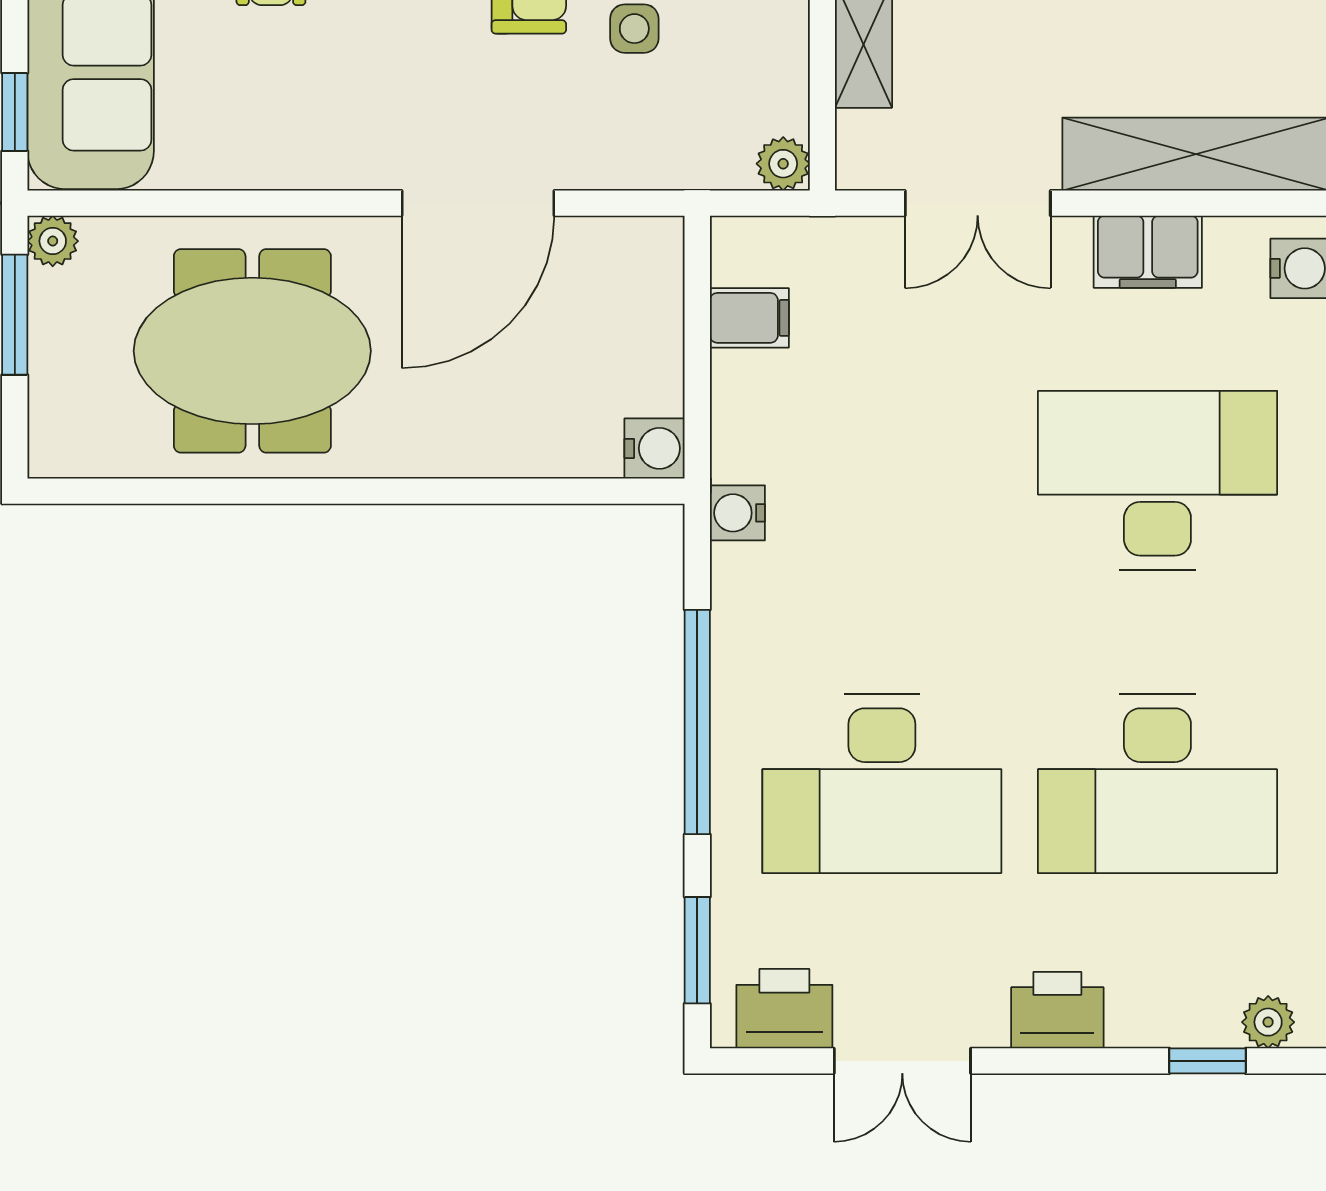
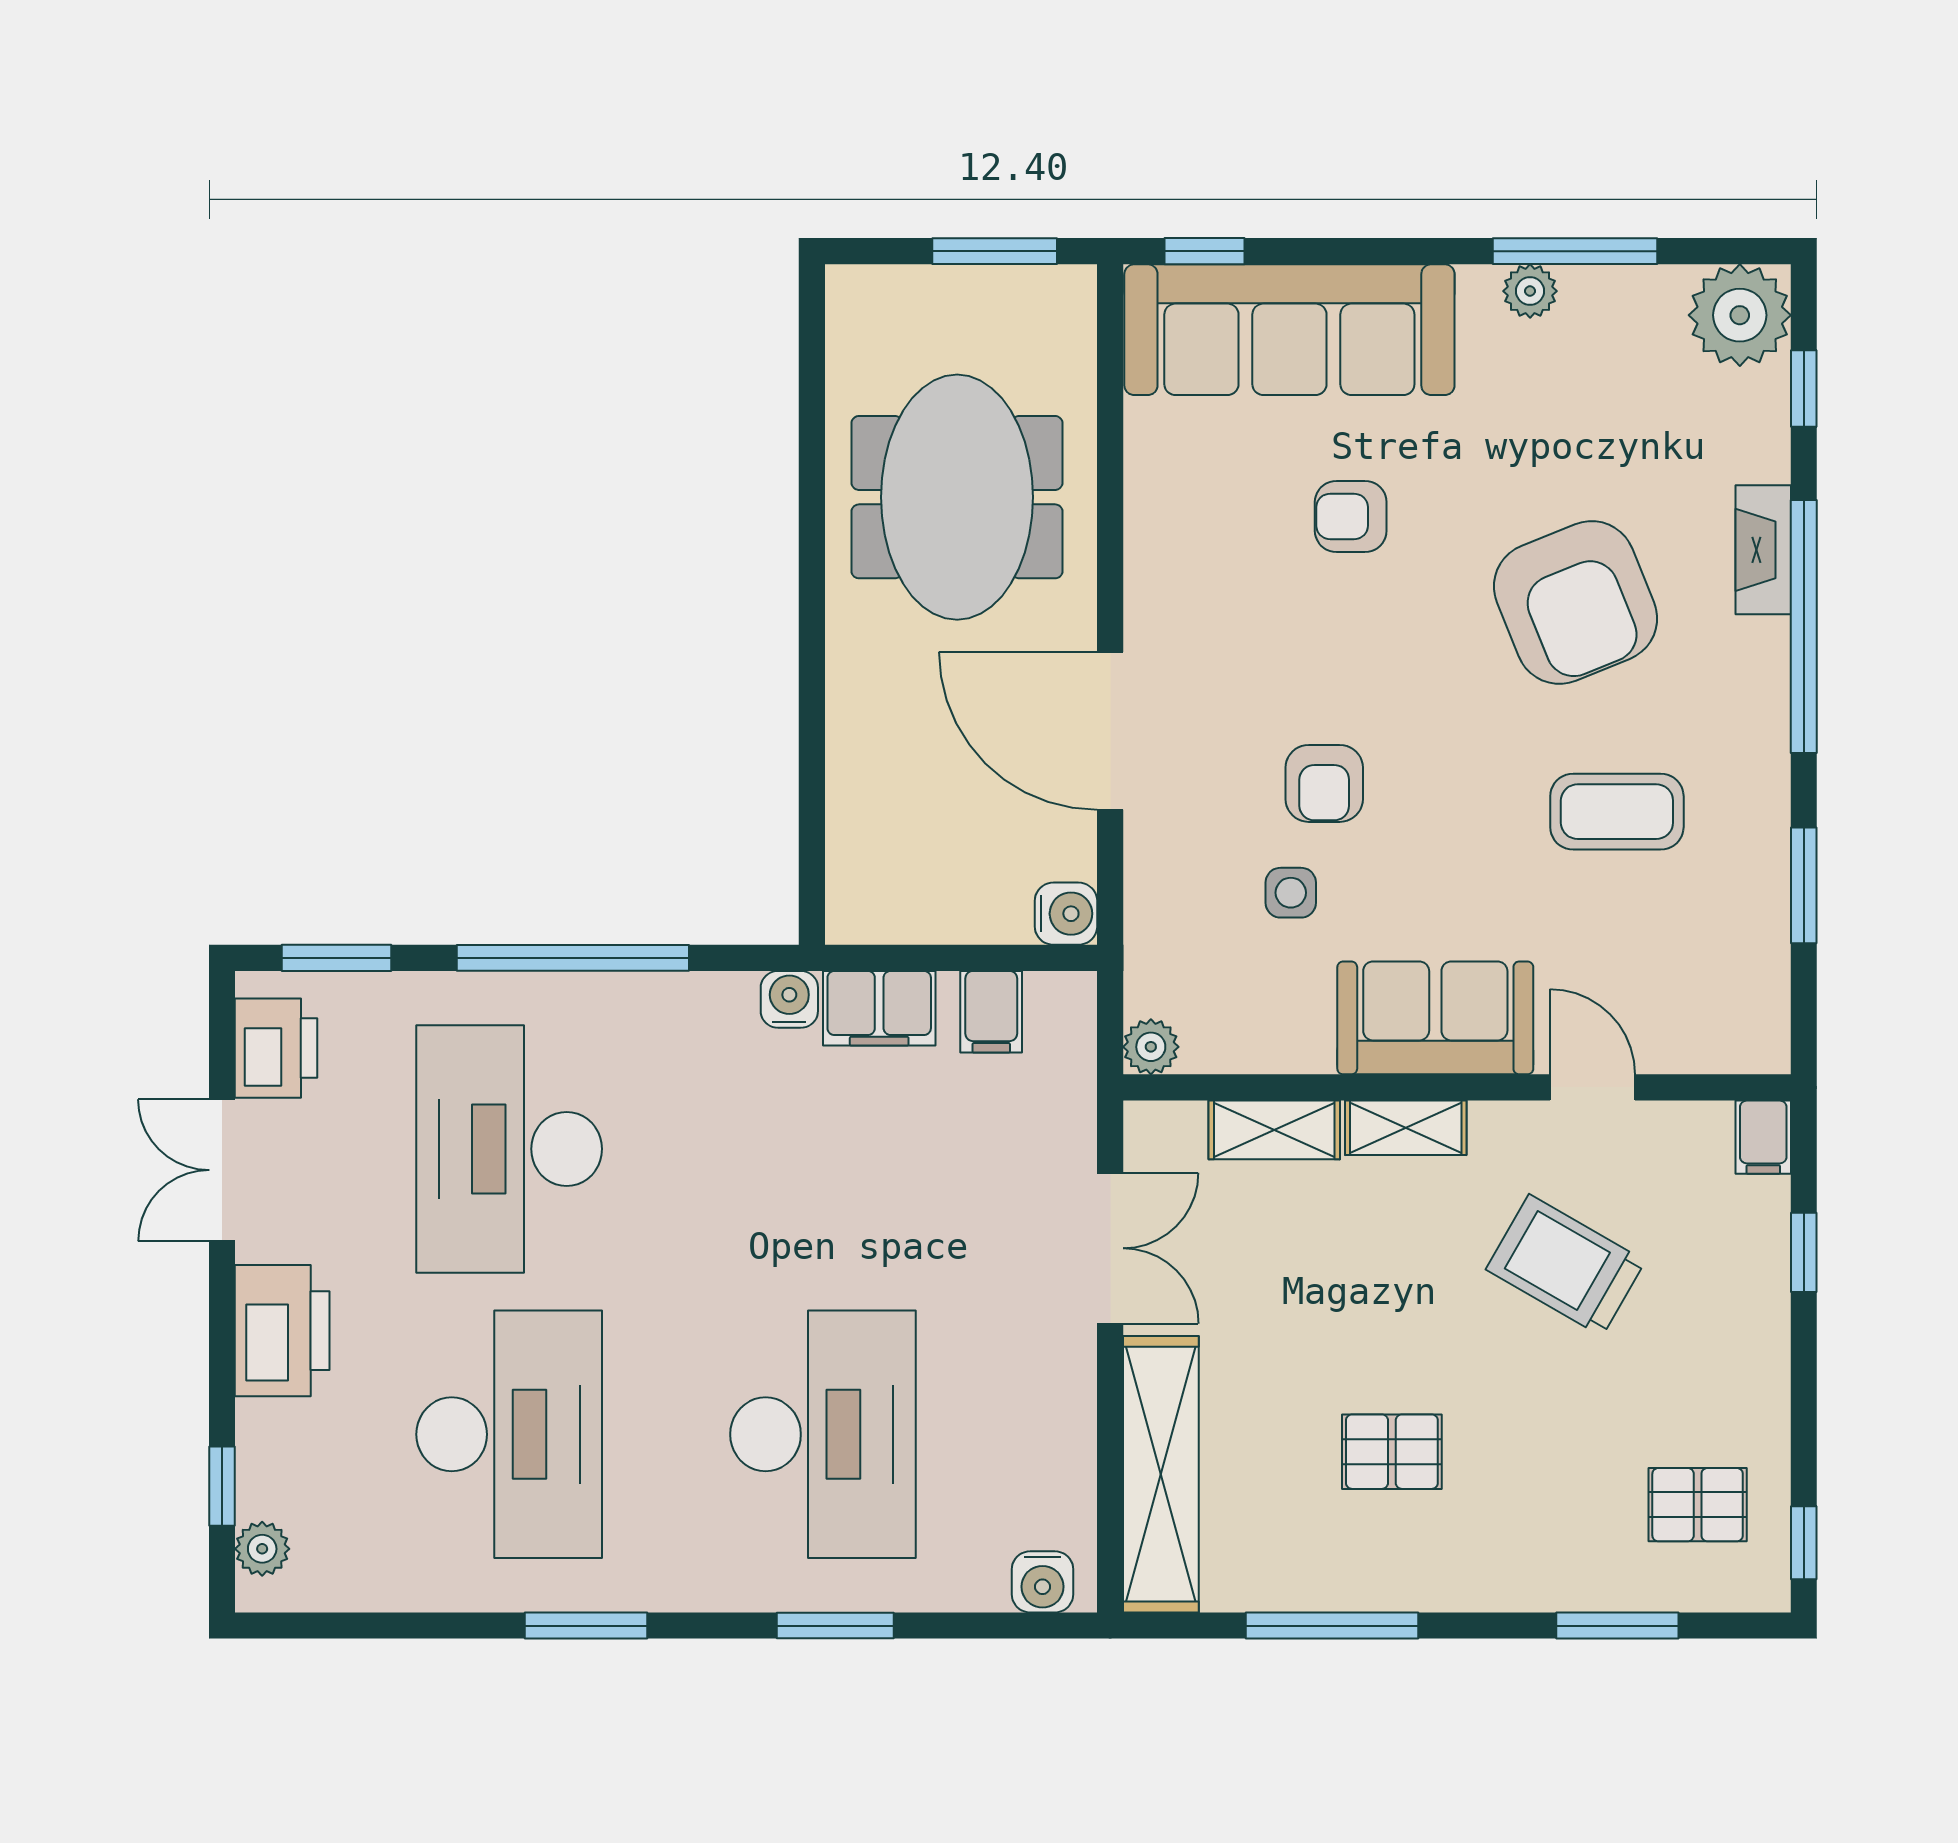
double door: (978, 203) -> (1110, 1248), swing flipped
plant: (53, 241) -> (1071, 291), removed
filing cabinet: (1148, 252) -> (879, 1008), moved, turned -90
water cooler: (655, 448) -> (1066, 914), moved, turned -90
desk: (1157, 784) -> (509, 1434), turned 180
printer: (1057, 1010) -> (282, 1331), width x1.37, depth x1.19

